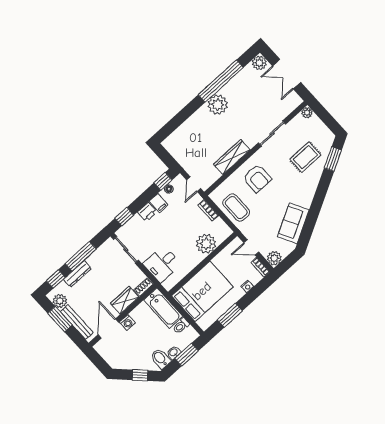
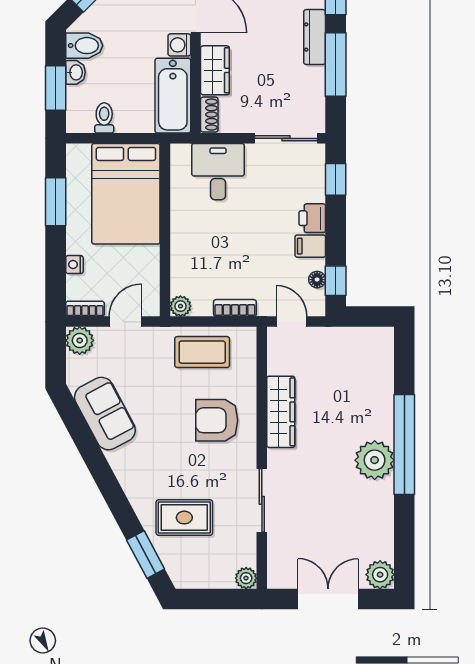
window: (221, 81) -> (404, 444), moved
rug: (305, 157) -> (184, 518), turned 90
plant: (206, 244) -> (180, 306), moved, width x0.53, depth x0.53
bathtub: (163, 308) -> (173, 96), moved, turned -90

